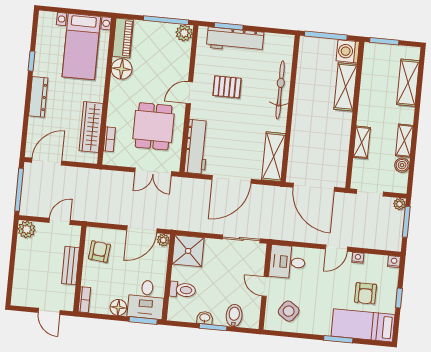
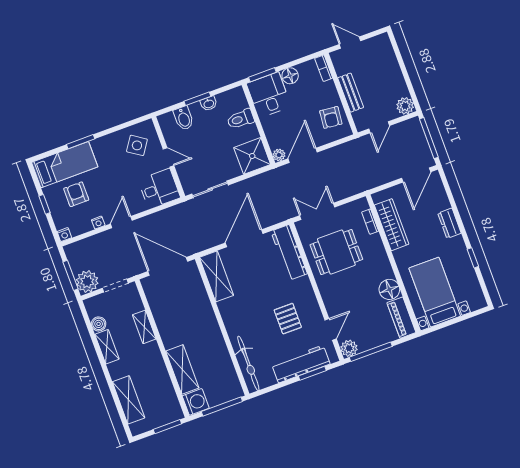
pallet: (227, 87) -> (288, 319), turned 90
bicycle: (280, 90) -> (248, 363), moved
door: (189, 93) -> (331, 329), moved
dresser: (38, 97) -> (449, 223), width x0.70
dining table: (154, 126) -> (336, 252), turned 90
plant: (399, 204) -> (87, 281), width x1.88, depth x1.88

